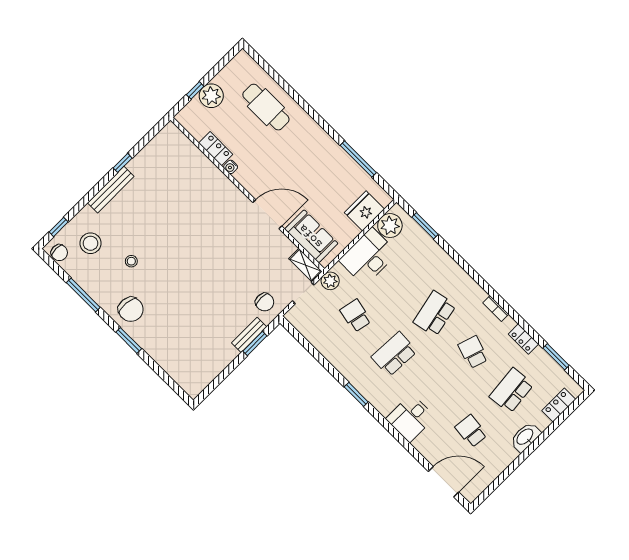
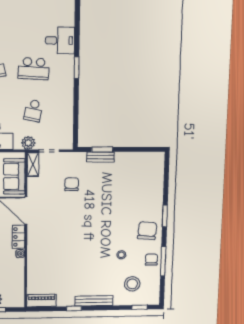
piano: (163, 140) -> (41, 301), added
locker: (216, 149) -> (18, 237), moved
chair: (59, 253) -> (151, 260), moved
chair: (265, 302) -> (72, 184), moved
desk: (411, 418) -> (60, 40), moved

